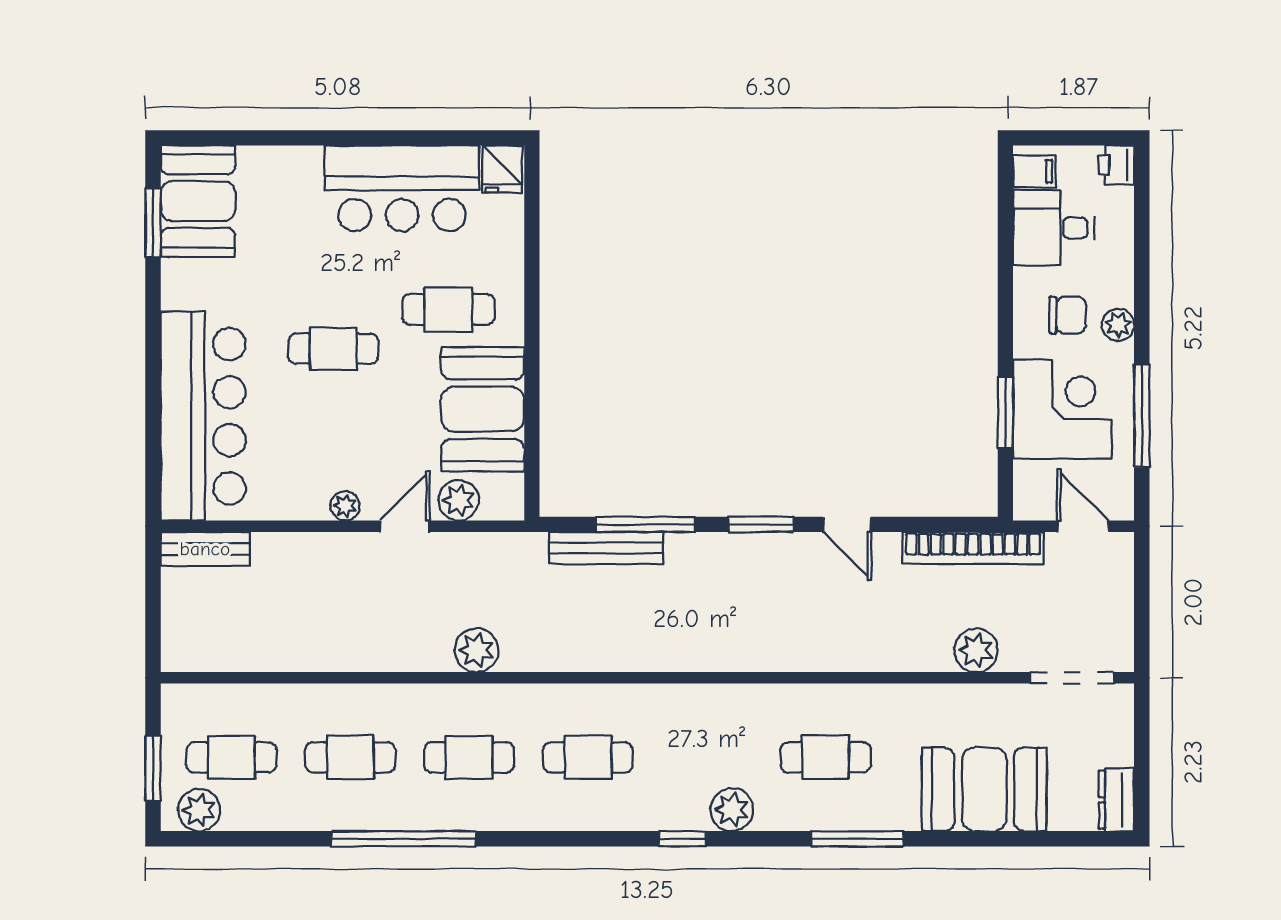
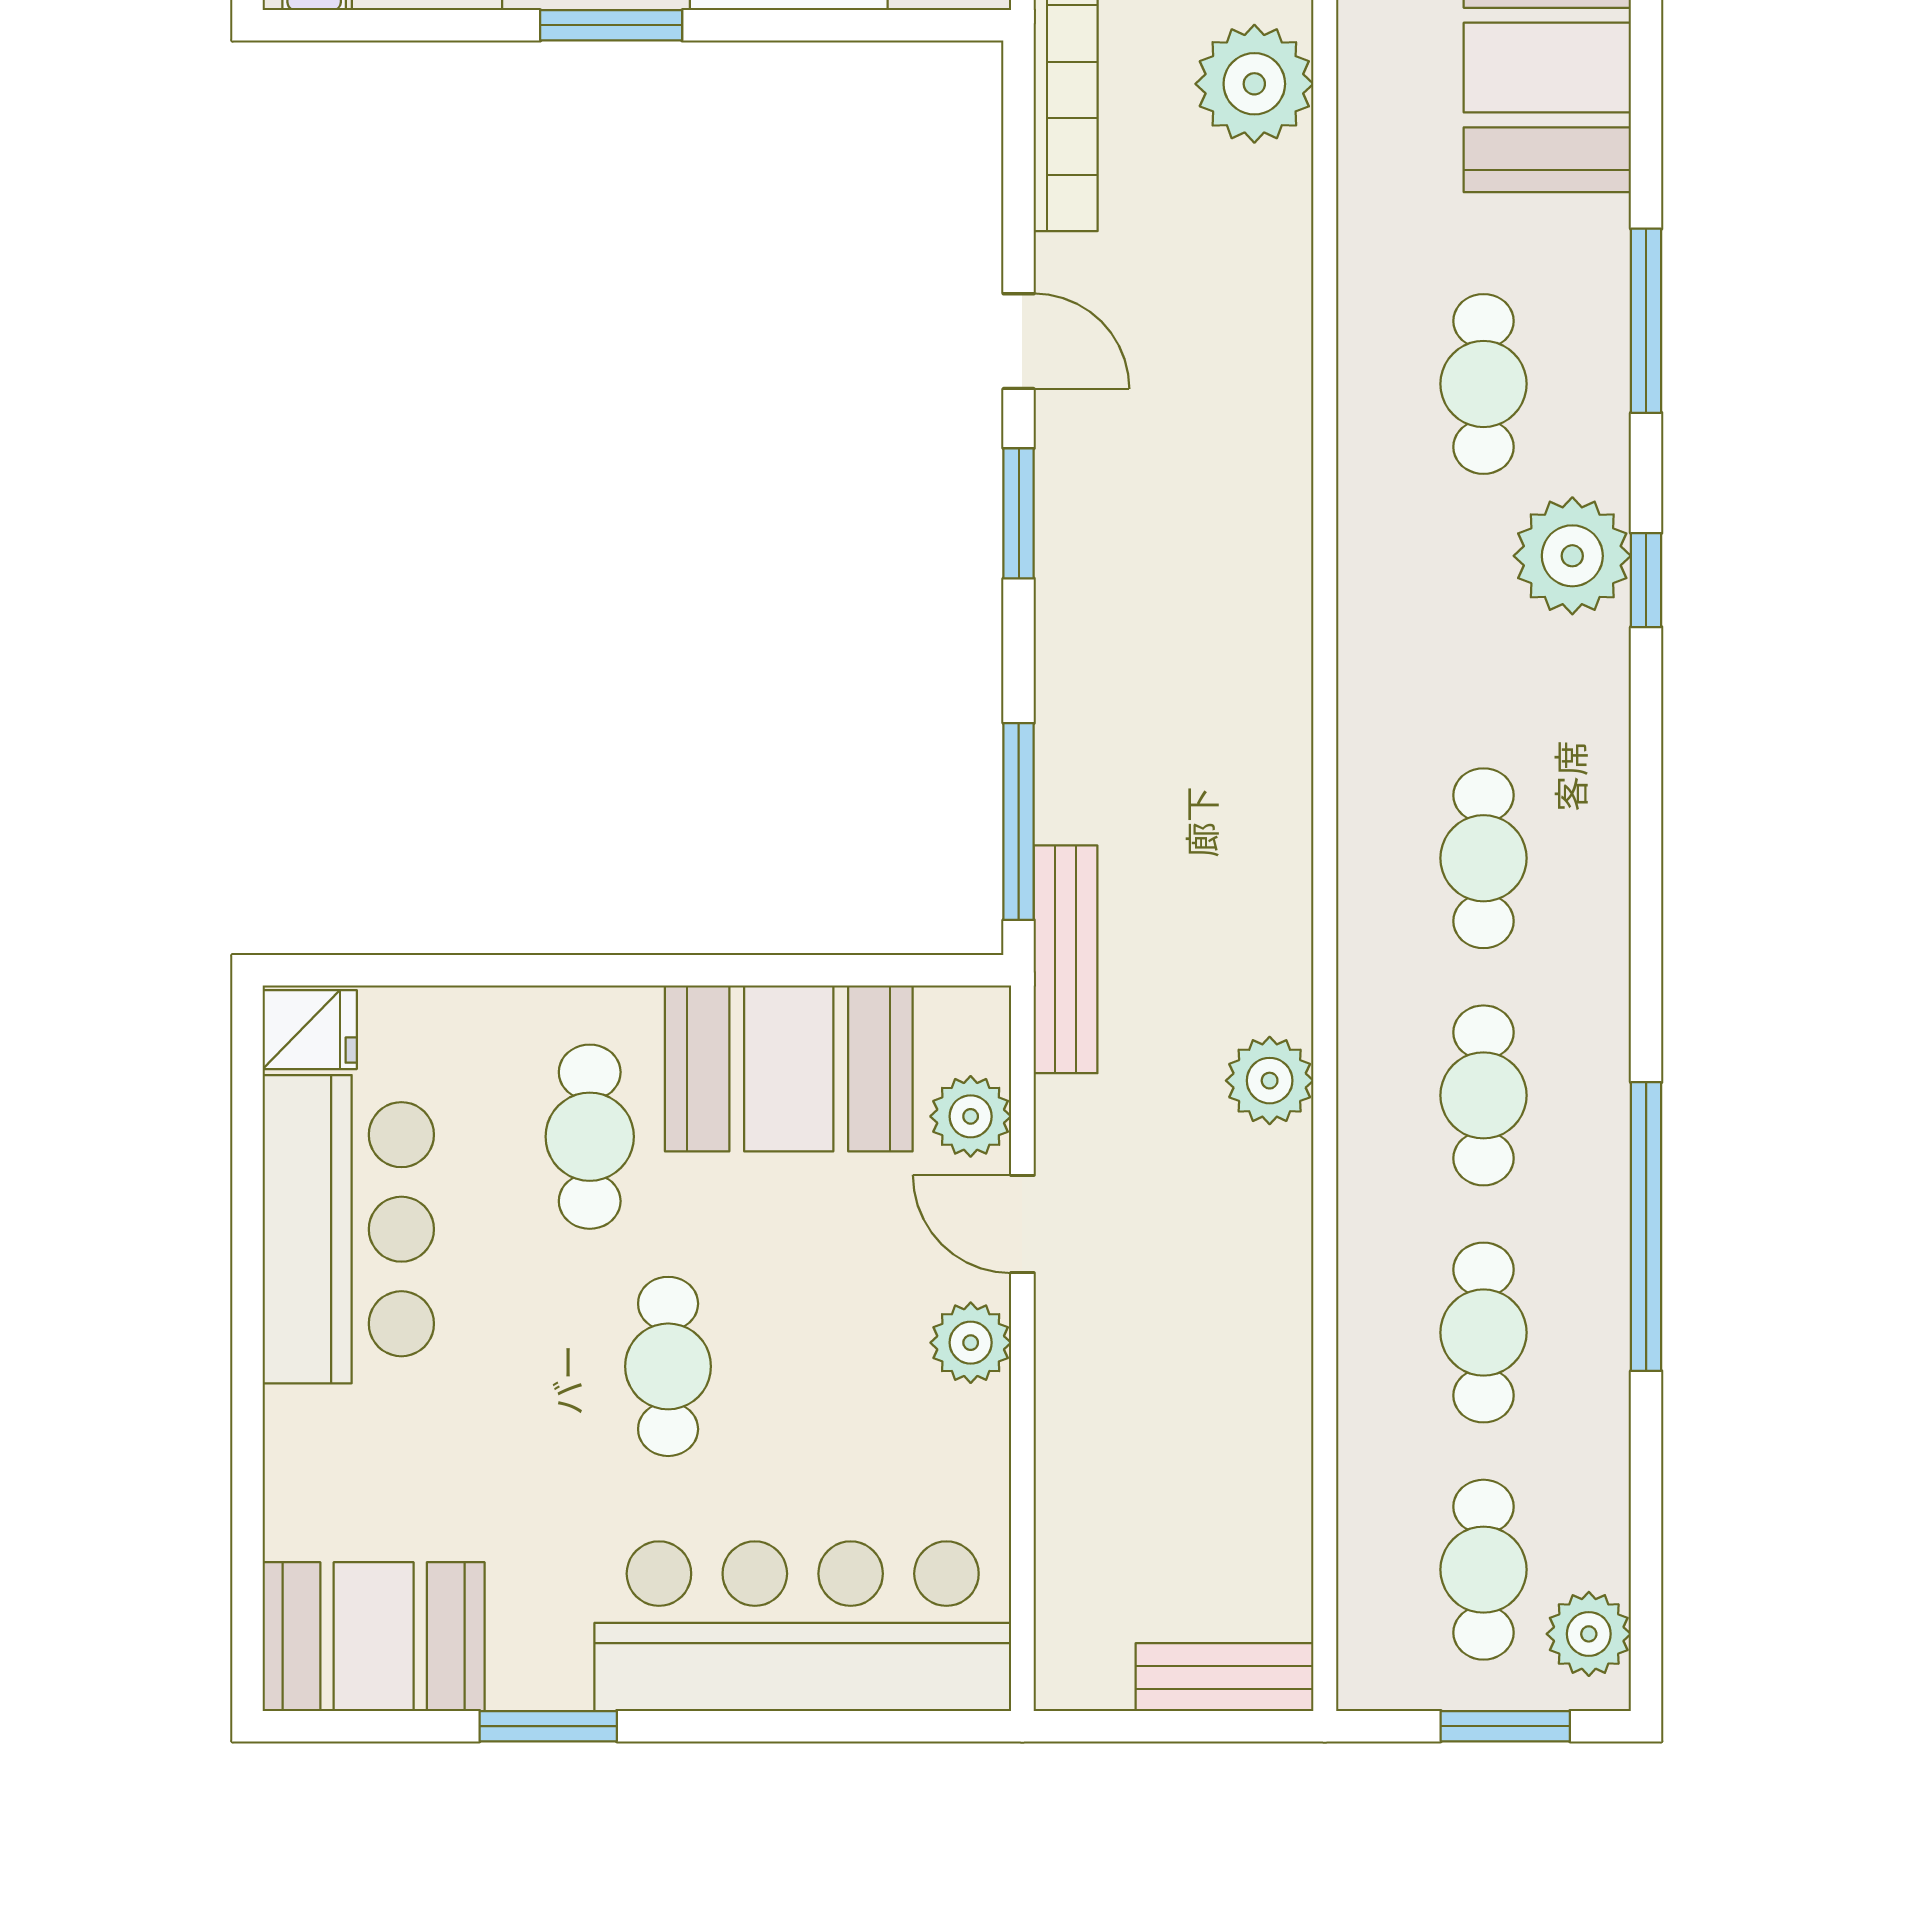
window: (153, 223) -> (548, 1726), moved
window: (1005, 412) -> (611, 25), moved
plant: (345, 506) -> (971, 1343), width x1.38, depth x1.38
window: (645, 524) -> (1019, 822), moved
door: (847, 524) -> (1019, 341), hinge flipped
bench: (606, 548) -> (1066, 959), moved
bench: (205, 549) -> (1224, 1677), moved, turned 90
plant: (976, 650) -> (1254, 84), width x1.36, depth x1.36
plant: (732, 810) -> (1572, 556), width x1.36, depth x1.36
window: (682, 839) -> (1646, 580), moved

